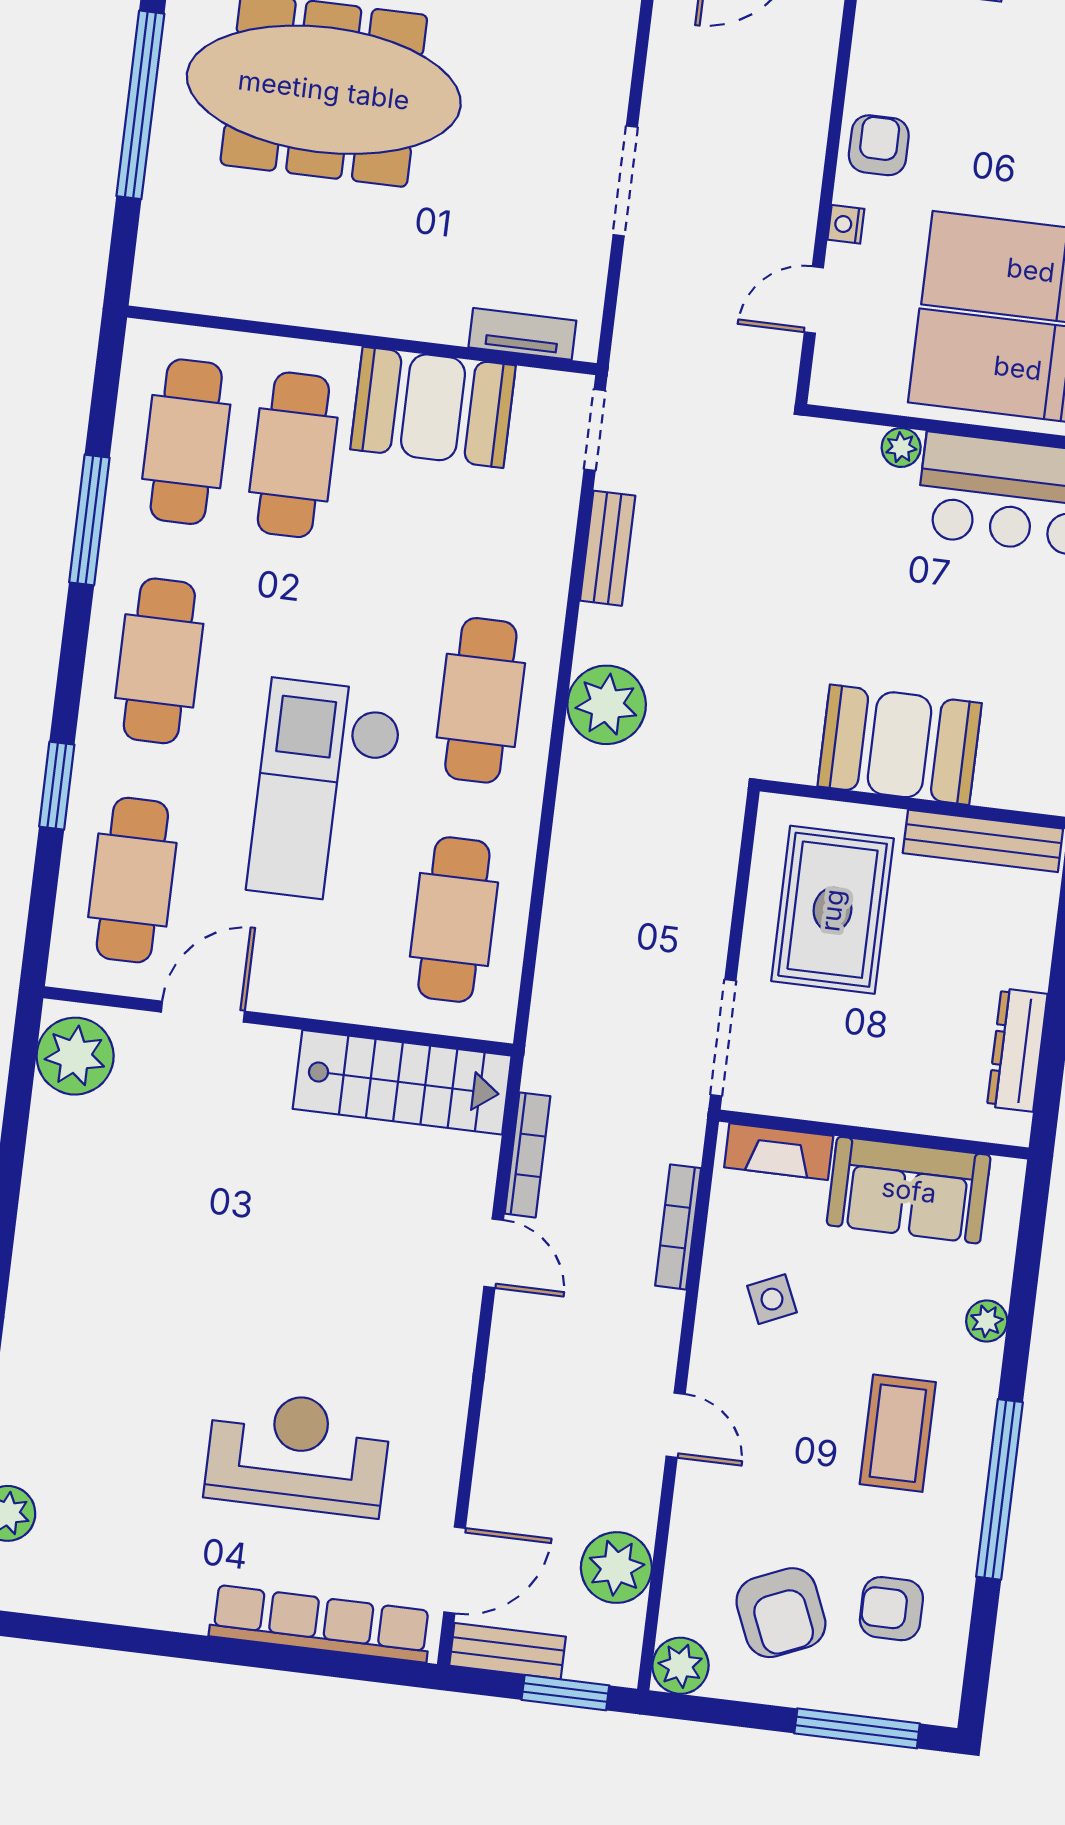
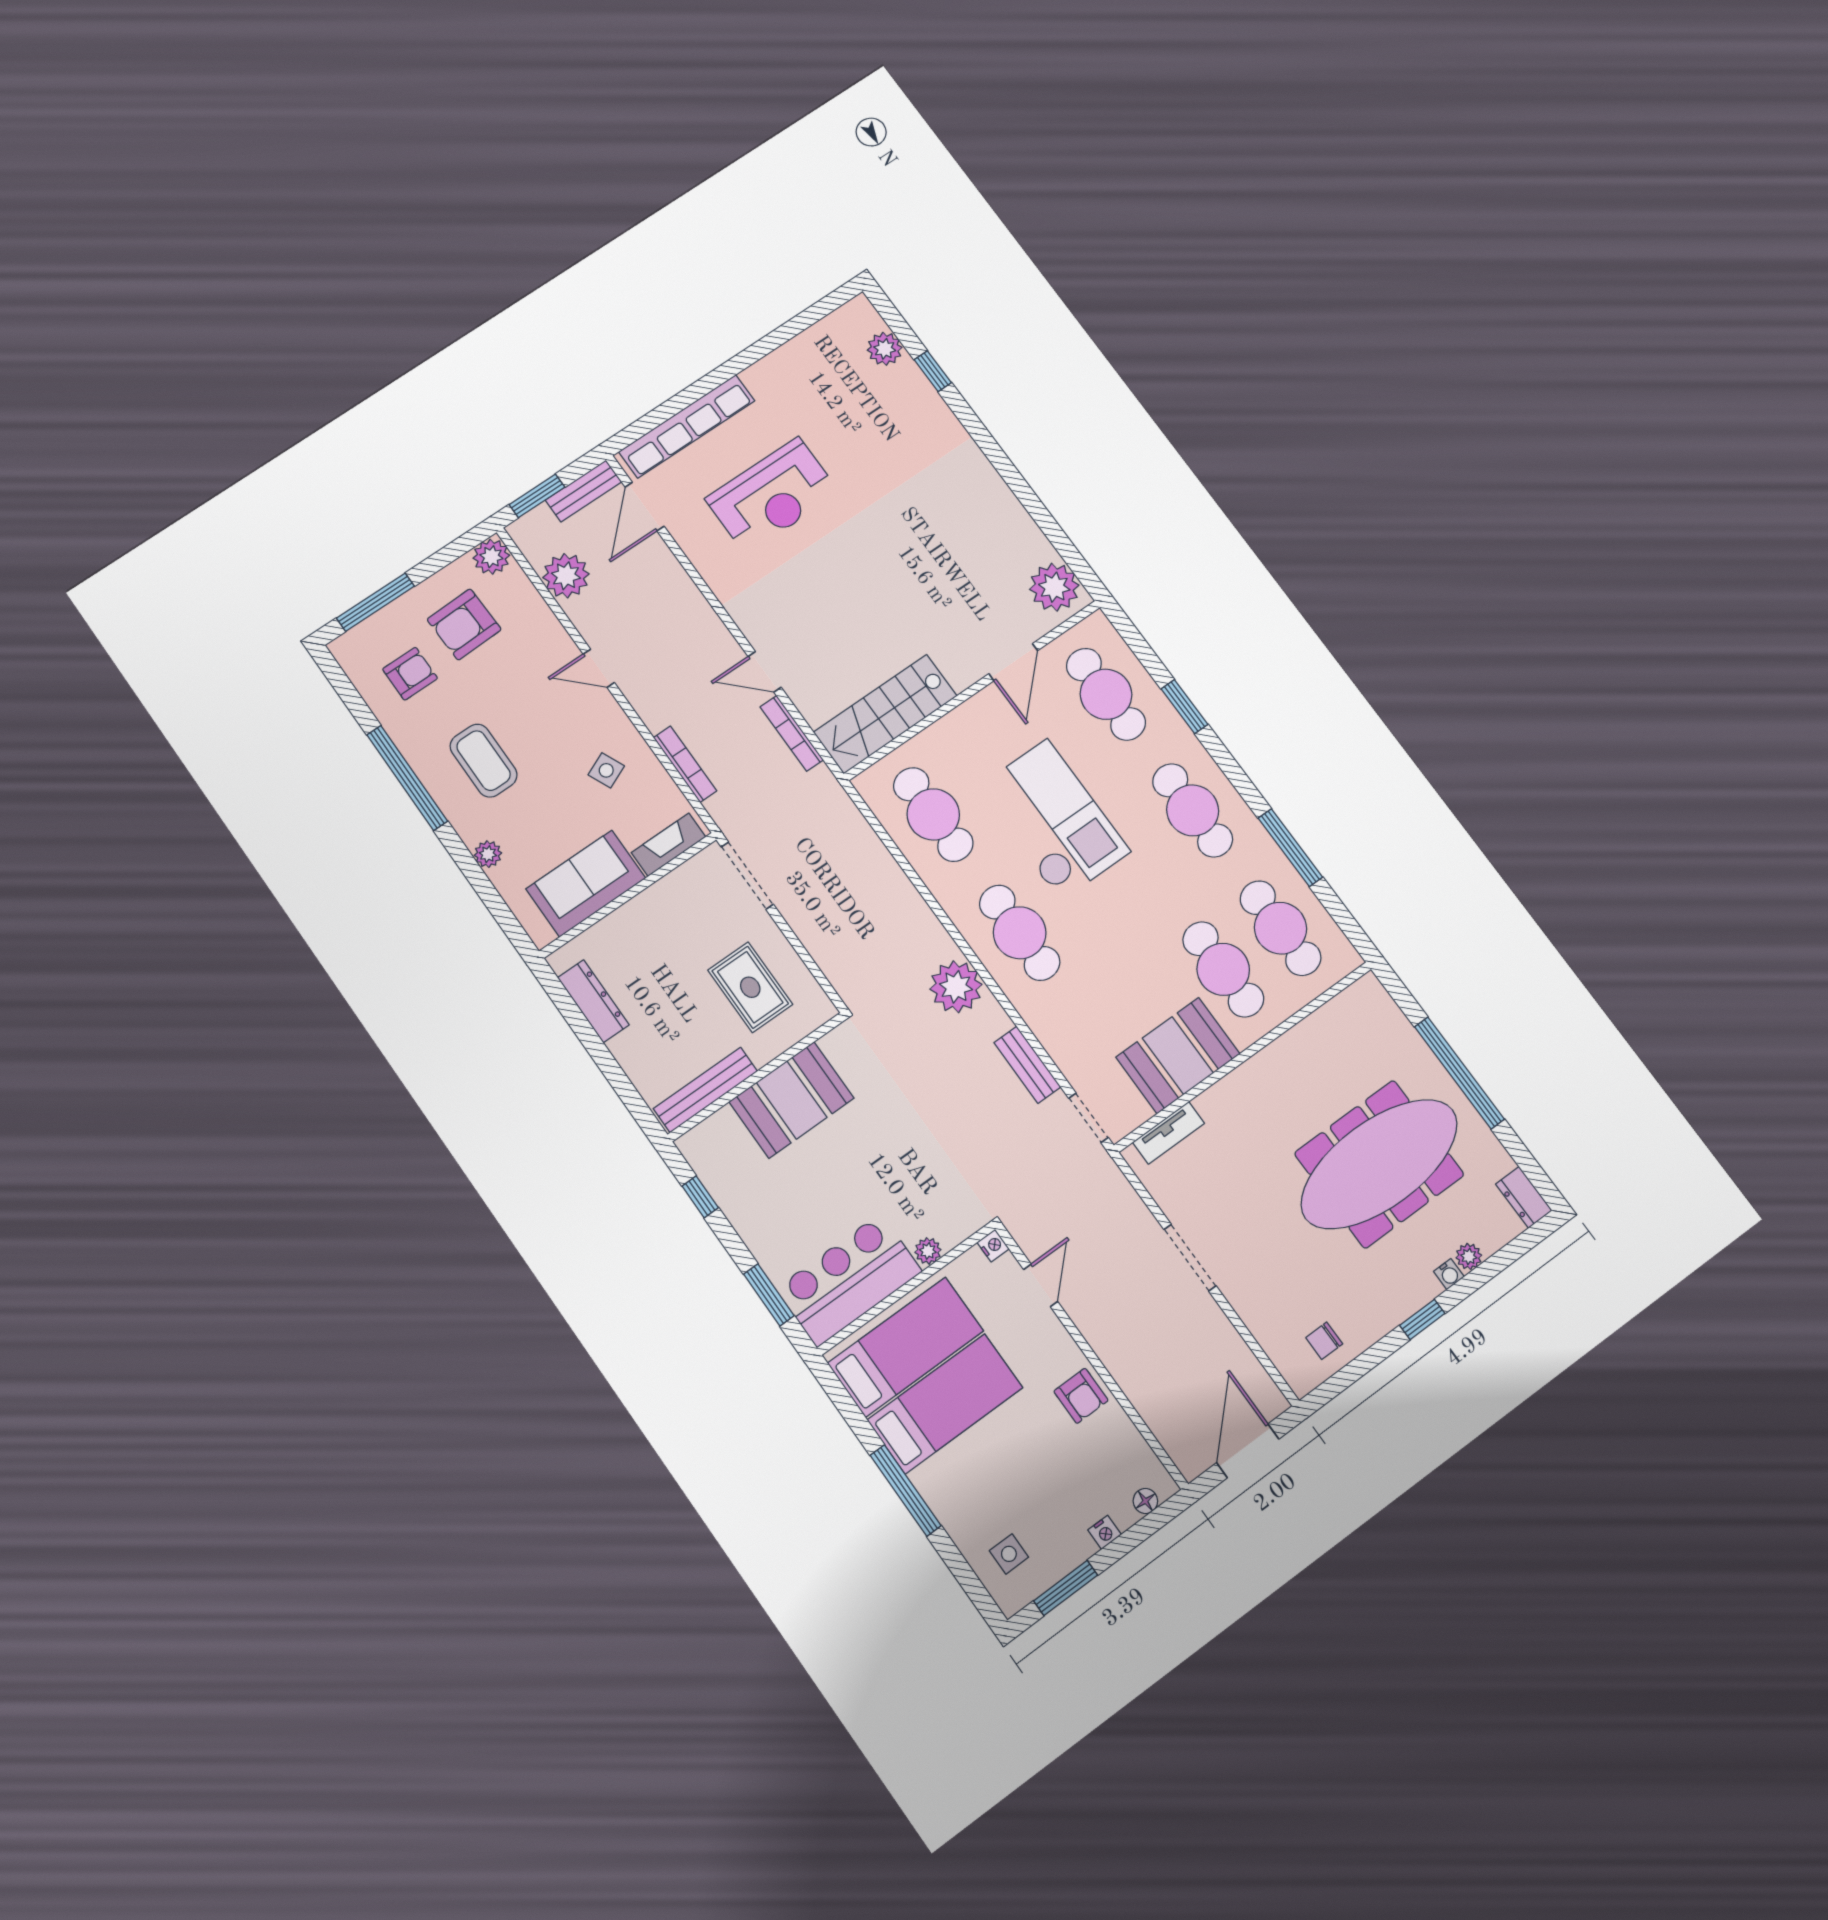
nightstand: (846, 224) -> (993, 1246), moved
rug: (832, 910) -> (750, 987), width x0.73, depth x0.70
armchair: (781, 1613) -> (464, 624), turned -69

